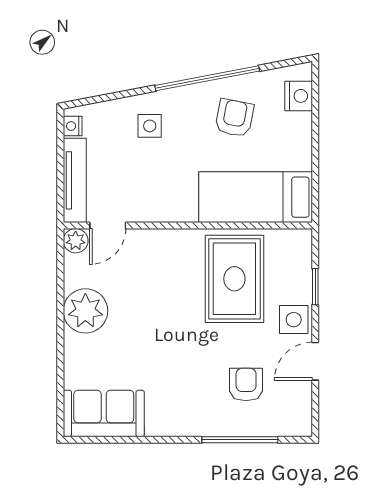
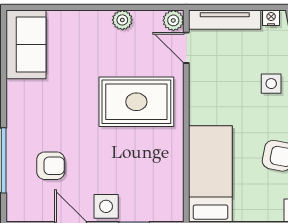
rug: (234, 279) -> (136, 102), moved
plant: (85, 311) -> (122, 20), width x0.53, depth x0.53

